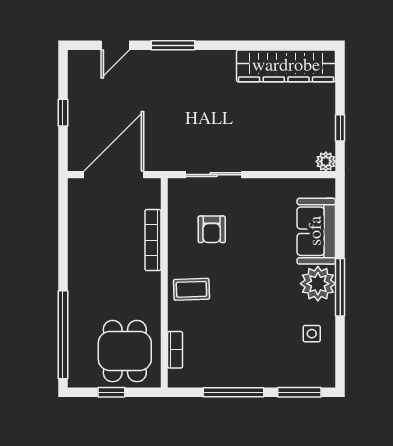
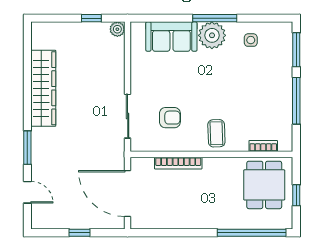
wardrobe: (286, 66) -> (43, 88), moved
dining table: (125, 351) -> (264, 185), turned 90

